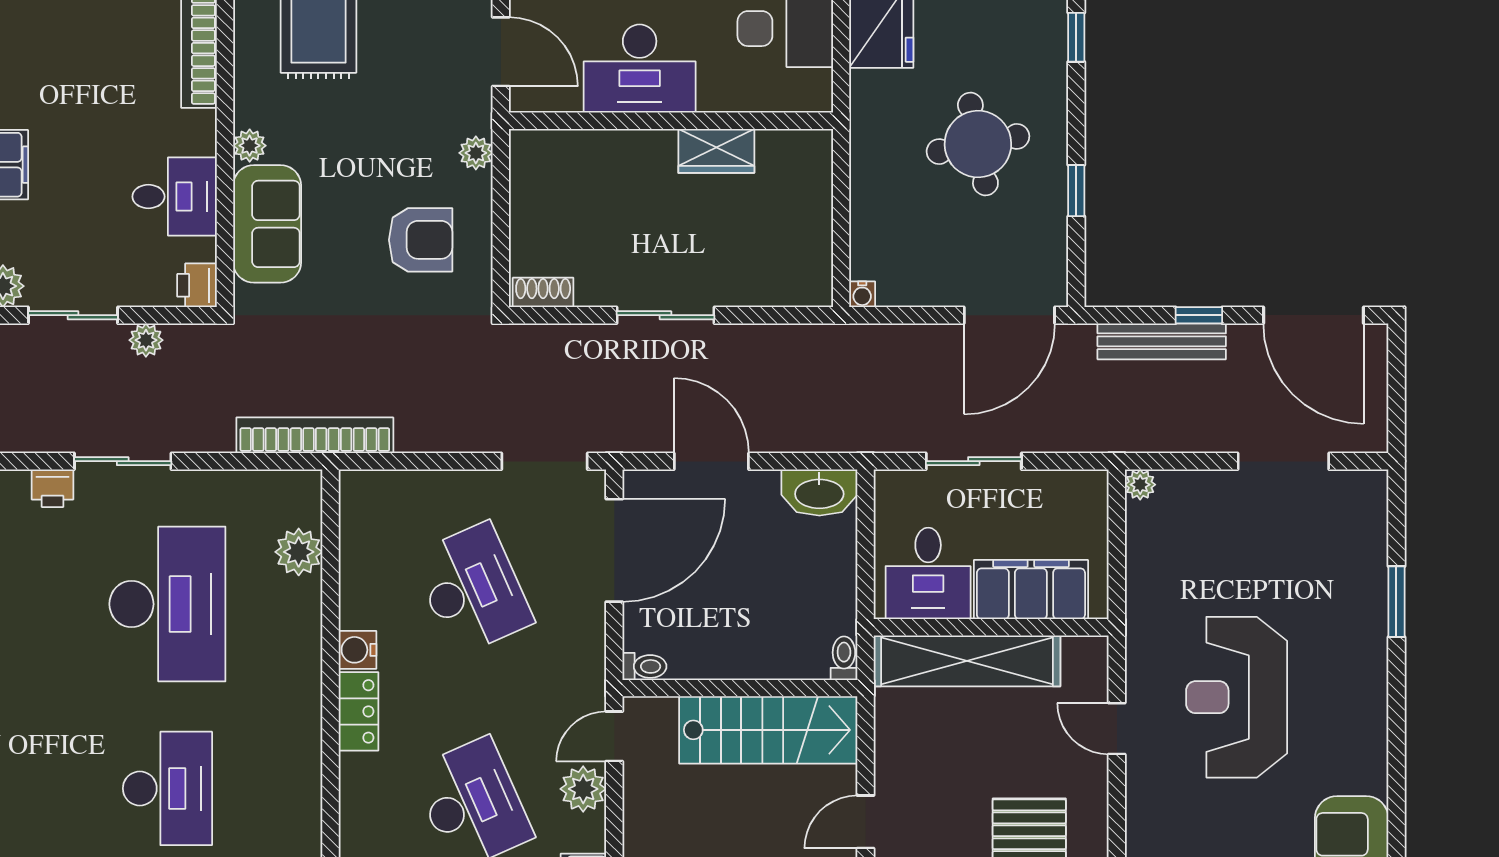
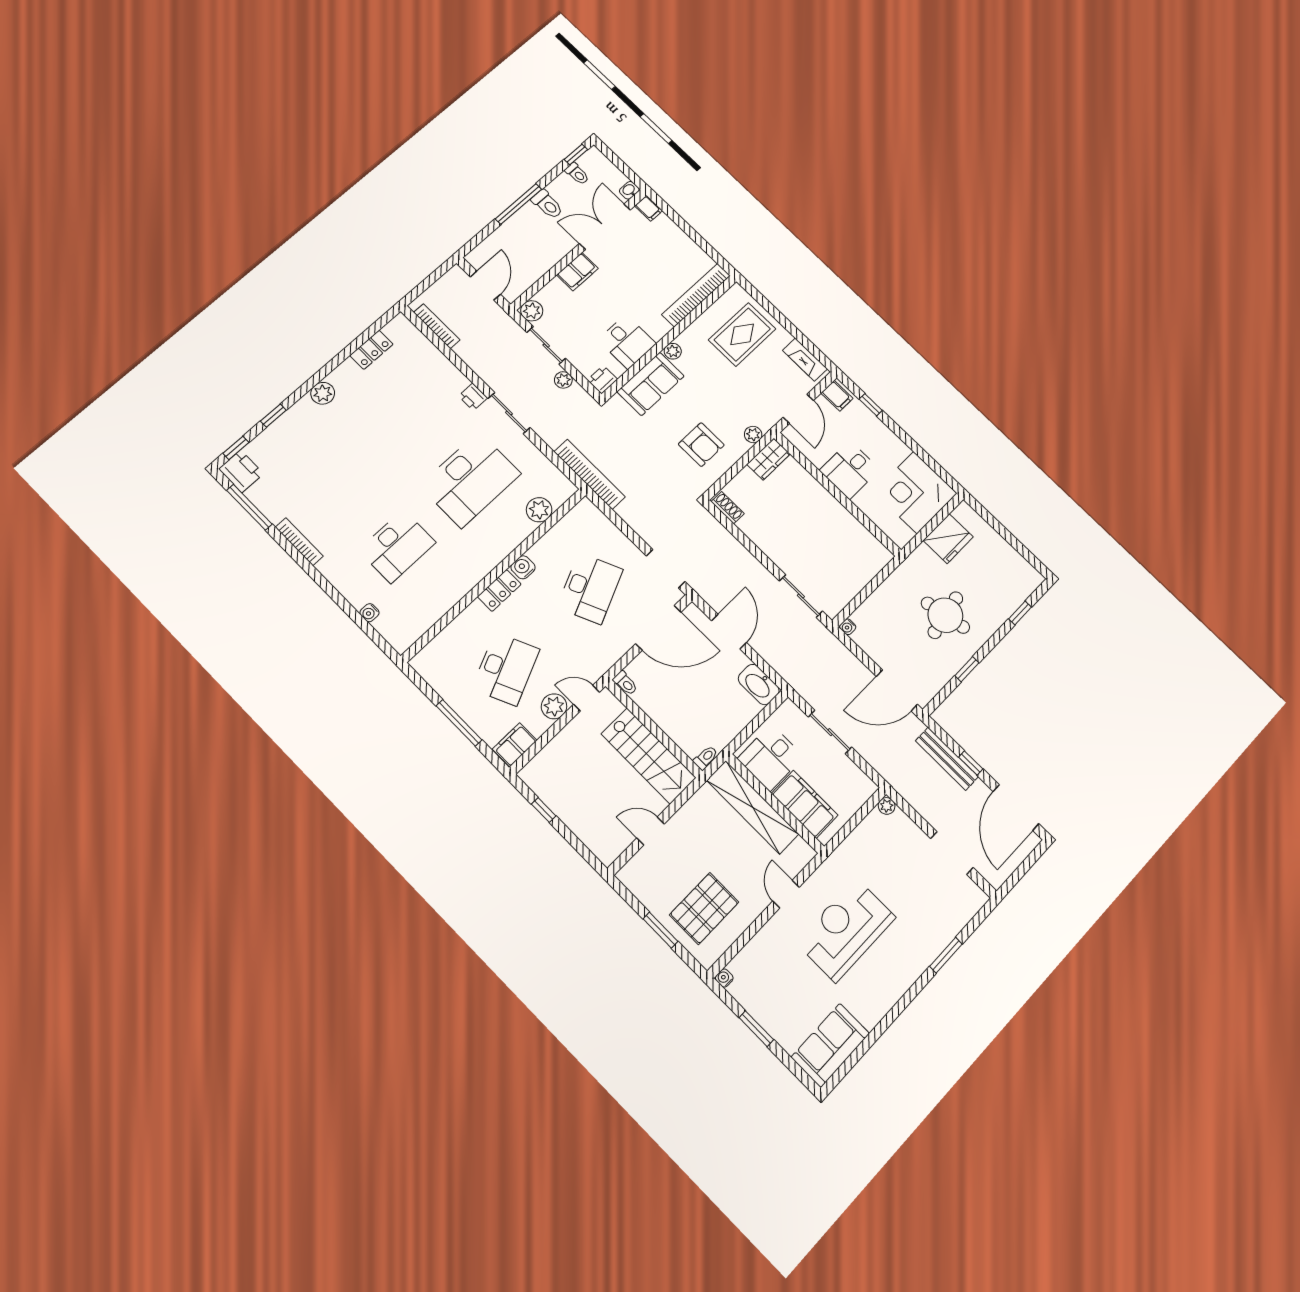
desk: (640, 69) -> (850, 470), width x0.73
wardrobe: (716, 151) -> (769, 459), moved, turned -90
sliding door: (665, 315) -> (801, 596), moved

